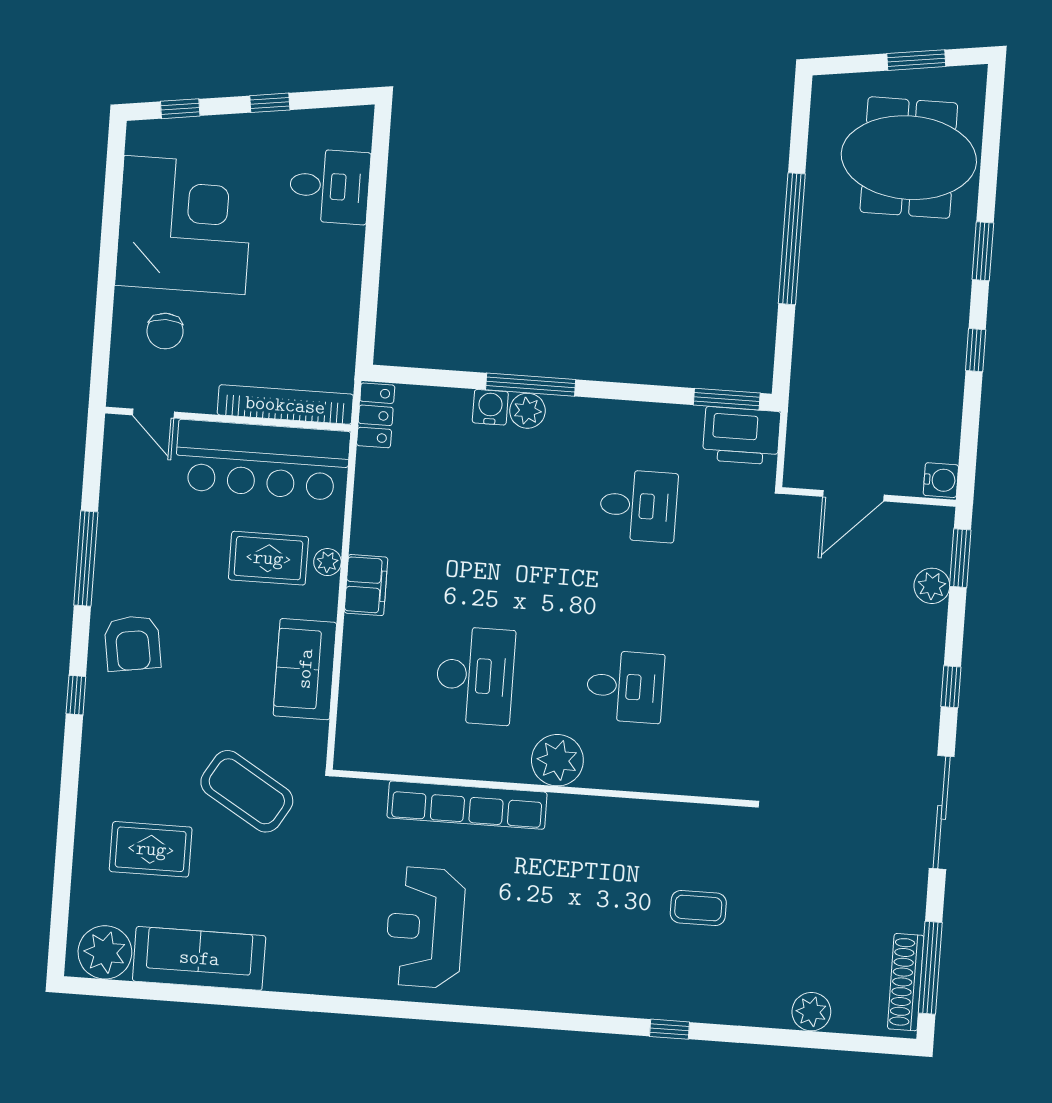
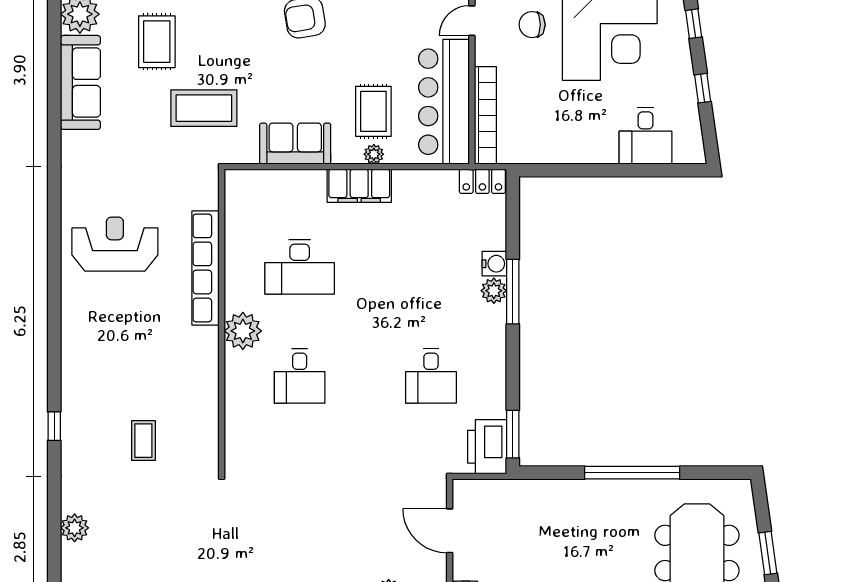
filing cabinet: (366, 585) -> (359, 186), width x1.50, depth x1.17
coffee table: (247, 791) -> (204, 108), turned 59

